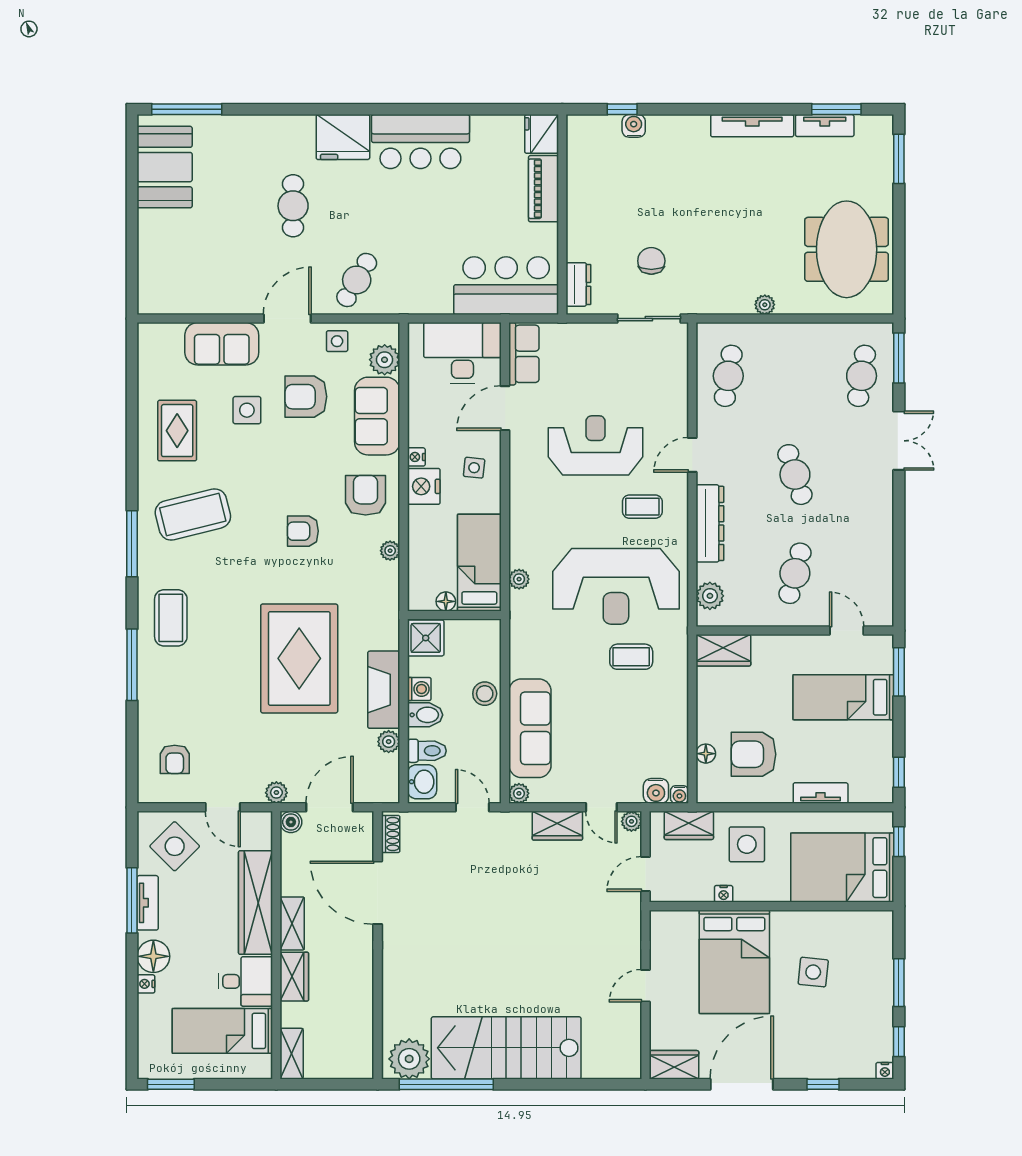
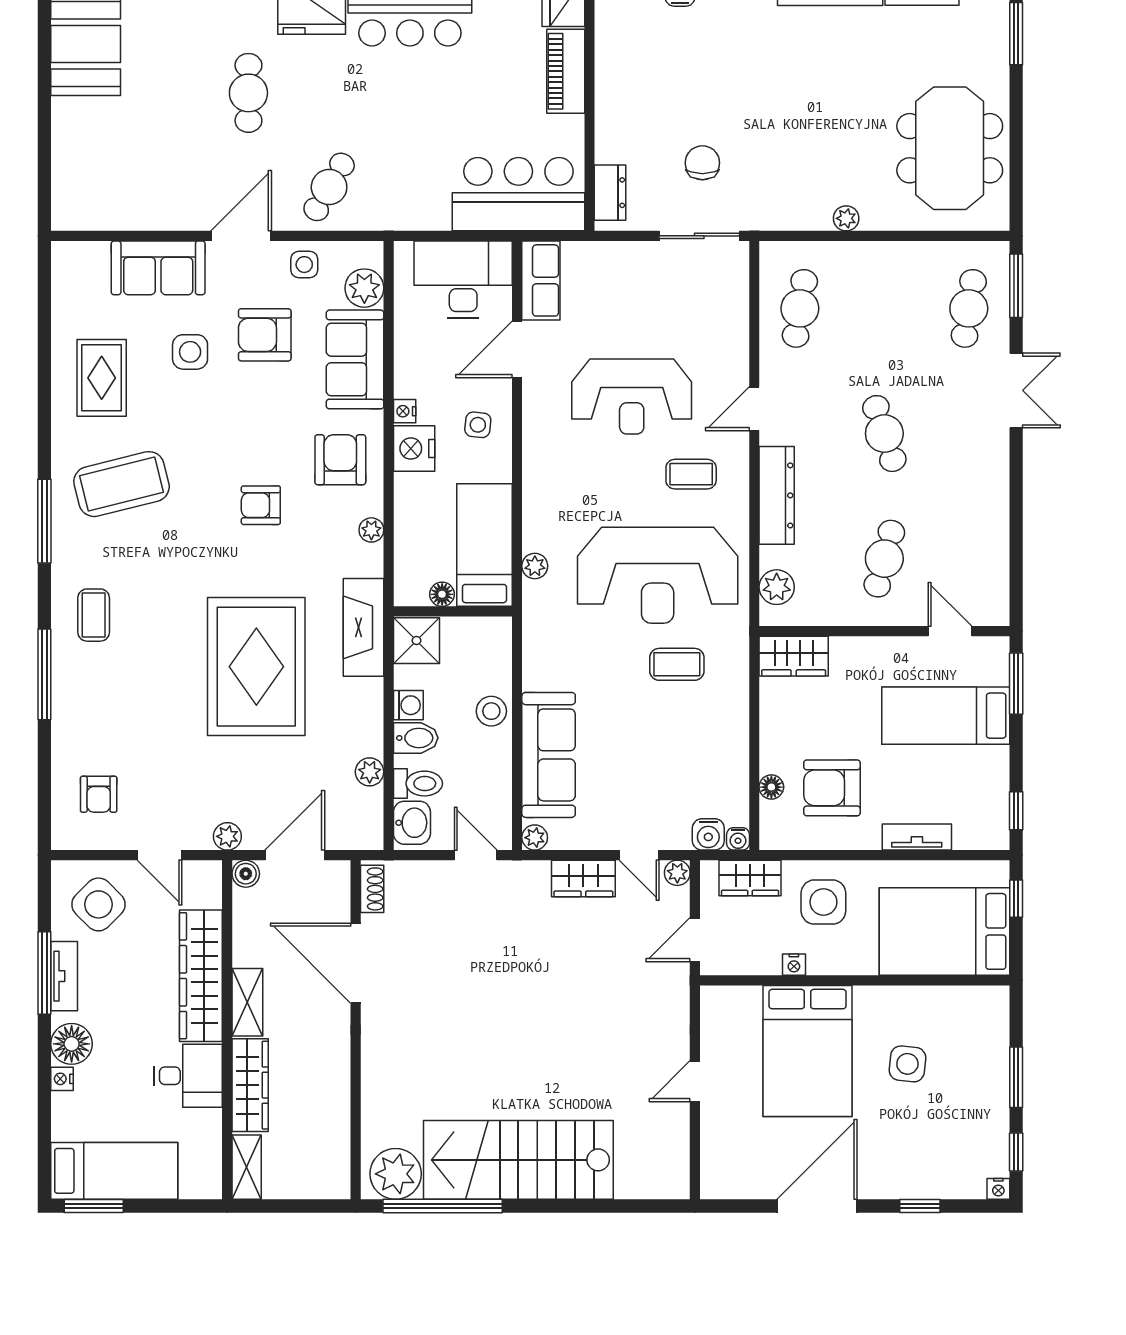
reception desk: (596, 445) -> (632, 397), turned 180
coffee table: (171, 618) -> (94, 615), width x0.73, depth x0.77
fireplace: (384, 690) -> (363, 627), moved
wardrobe: (294, 977) -> (250, 1085), width x1.50
bed: (222, 1031) -> (114, 1171), moved, turned 180
wardrobe: (674, 1065) -> (731, 1181), removed

